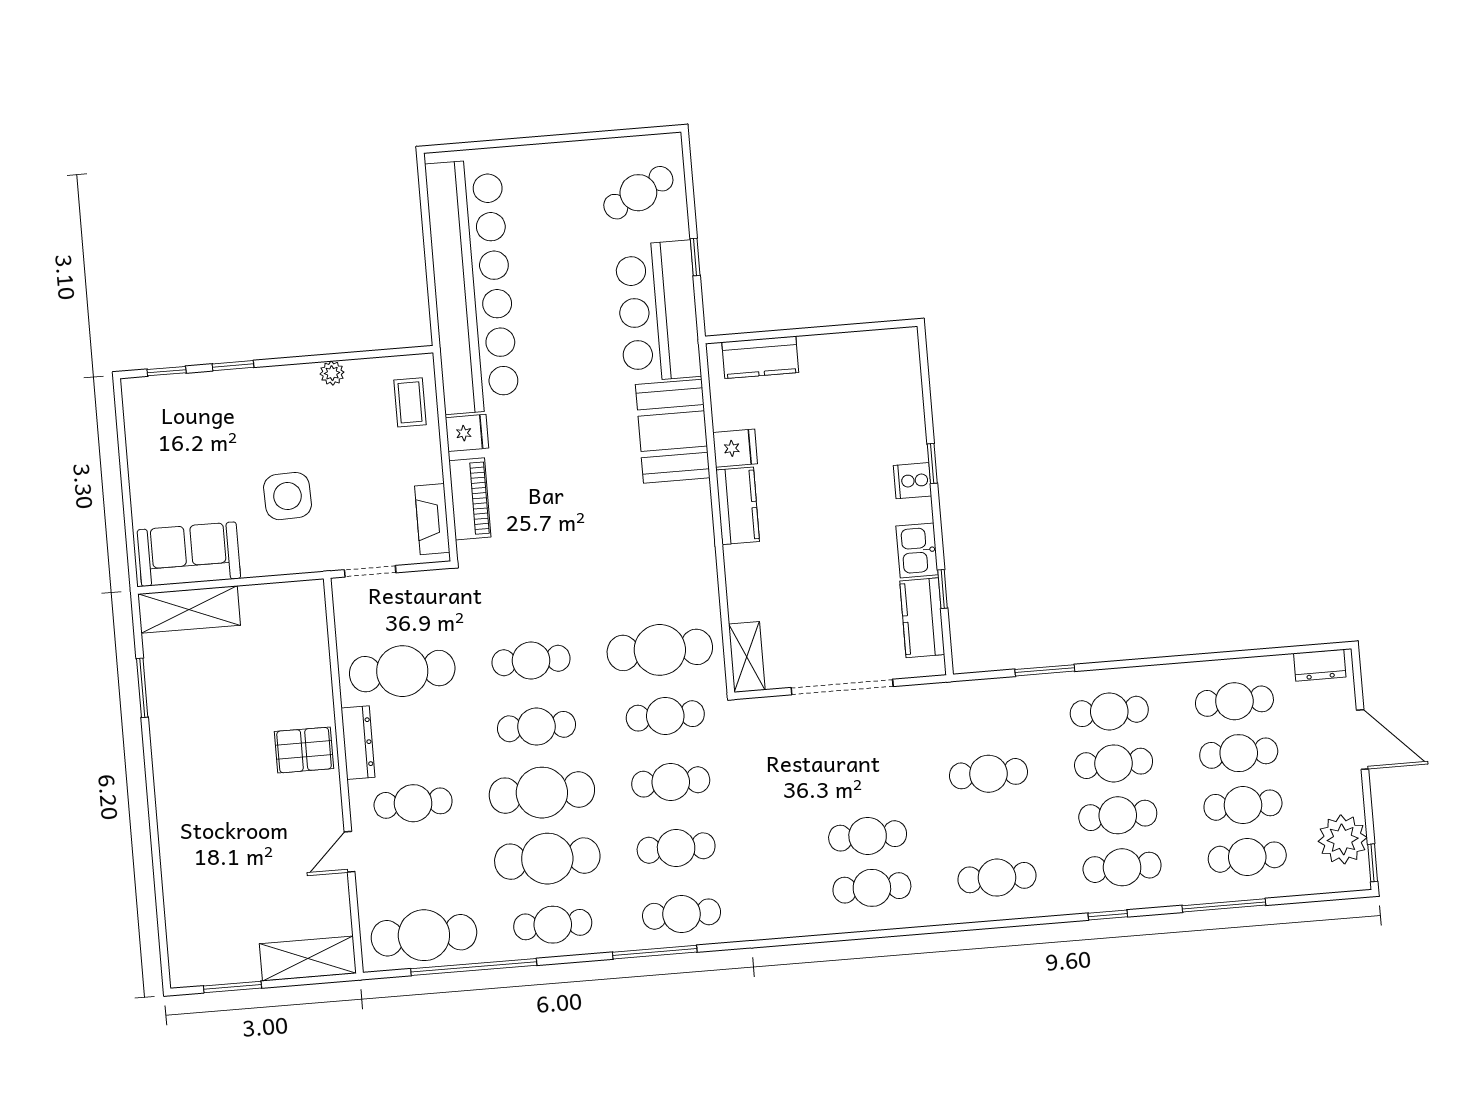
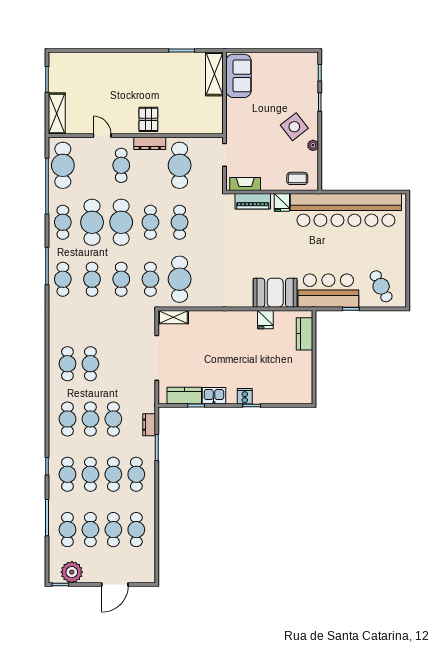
side table: (287, 496) -> (294, 127), moved, turned -36
kitchen counter: (738, 506) -> (240, 319), removed
dresser: (1320, 665) -> (149, 425), moved
cafe table: (993, 826) -> (90, 419), added

